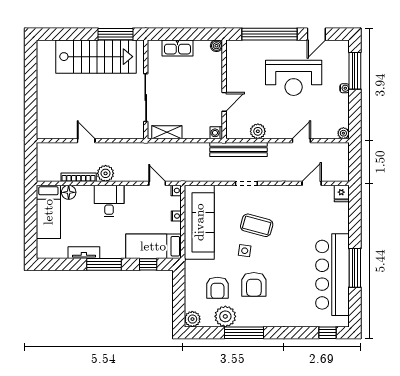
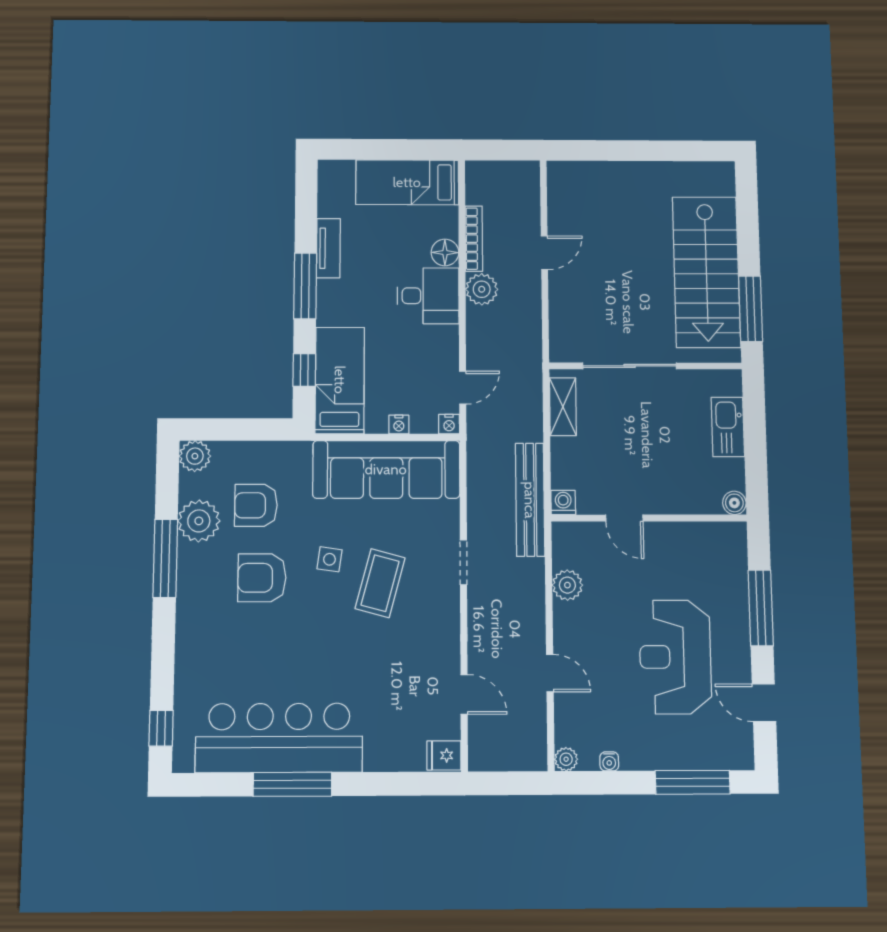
window: (269, 34) -> (761, 608), width x0.68
water cooler: (345, 88) -> (609, 761), moved
bench: (239, 150) -> (530, 500), moved
floor lamp: (69, 192) -> (445, 253), moved

